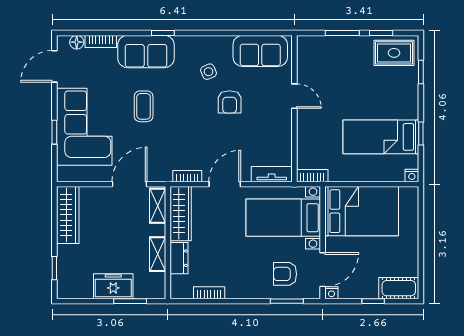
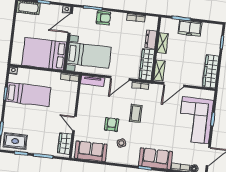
wardrobe: (307, 59) -> (65, 143), added
coffee table: (144, 106) -> (136, 113), moved
armchair: (285, 274) -> (103, 18), moved

